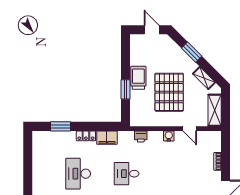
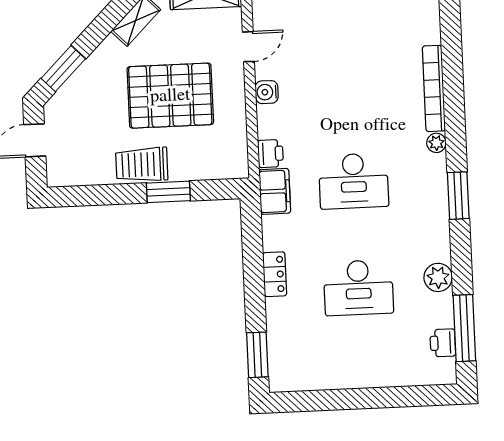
window: (192, 52) -> (63, 69), moved
window: (61, 126) -> (257, 355), moved
filing cabinet: (107, 138) -> (275, 191), moved
desk: (127, 174) -> (354, 181), width x1.37

